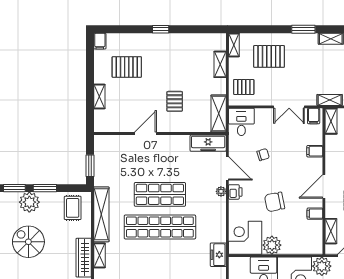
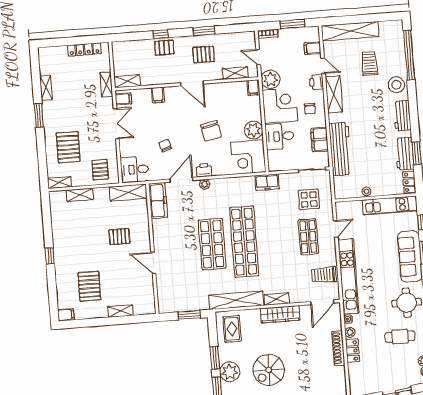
rug: (73, 208) -> (232, 329), turned 90
filing cabinet: (315, 214) -> (253, 88), moved

